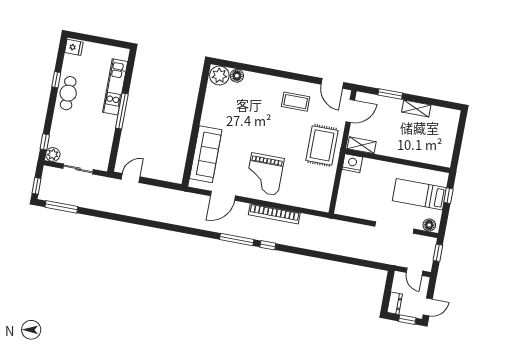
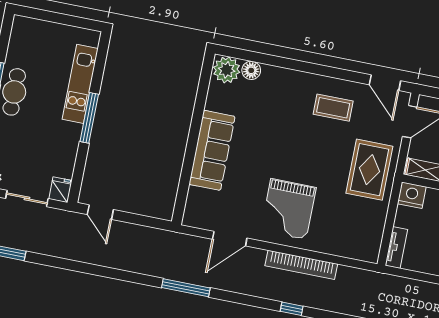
fridge: (74, 47) -> (60, 190), moved, turned -90
sofa: (206, 154) -> (212, 150), moved
door: (131, 178) -> (100, 212), swing flipped
tv unit: (342, 201) -> (396, 247), added
window: (237, 239) -> (186, 288), moved

